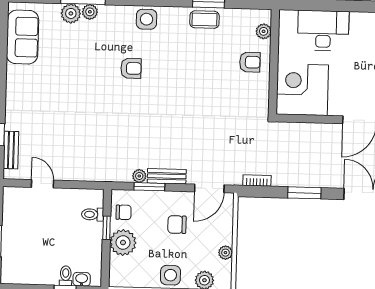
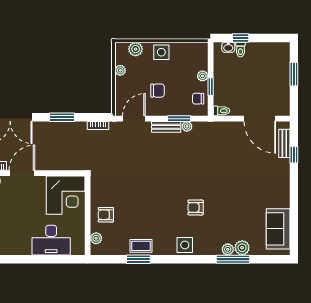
door: (43, 184) -> (260, 119), width x1.87
toilet: (93, 214) -> (221, 111), moved
plant: (123, 242) -> (202, 76), width x0.53, depth x0.53

